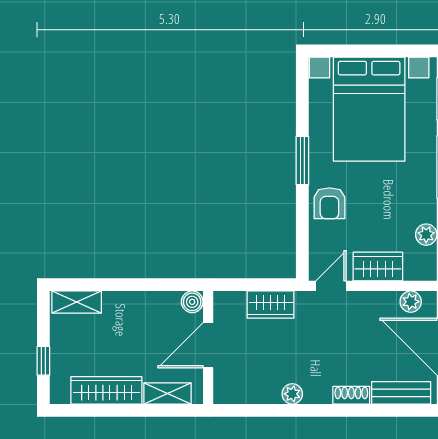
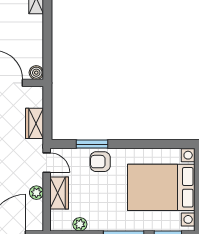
window: (302, 160) -> (92, 144), moved
plant: (411, 302) -> (36, 193), moved

